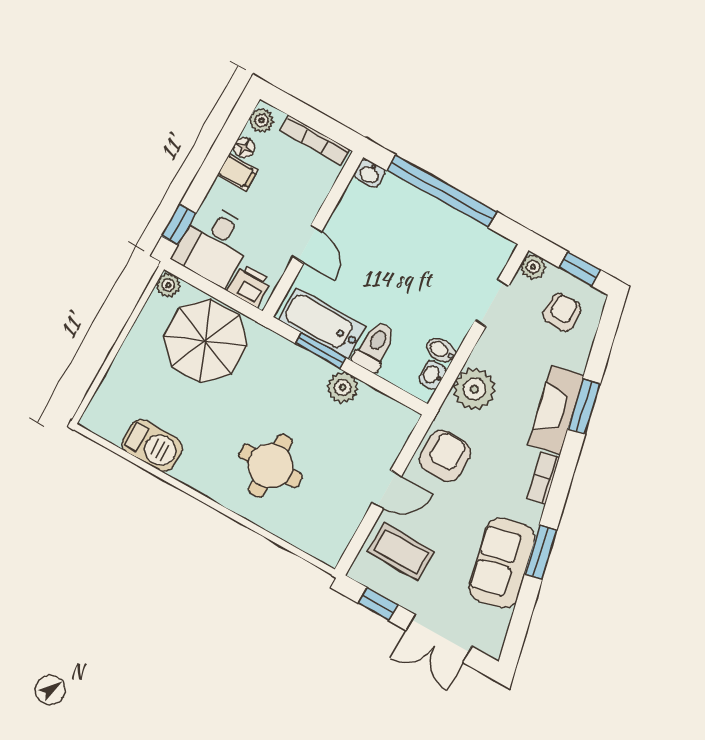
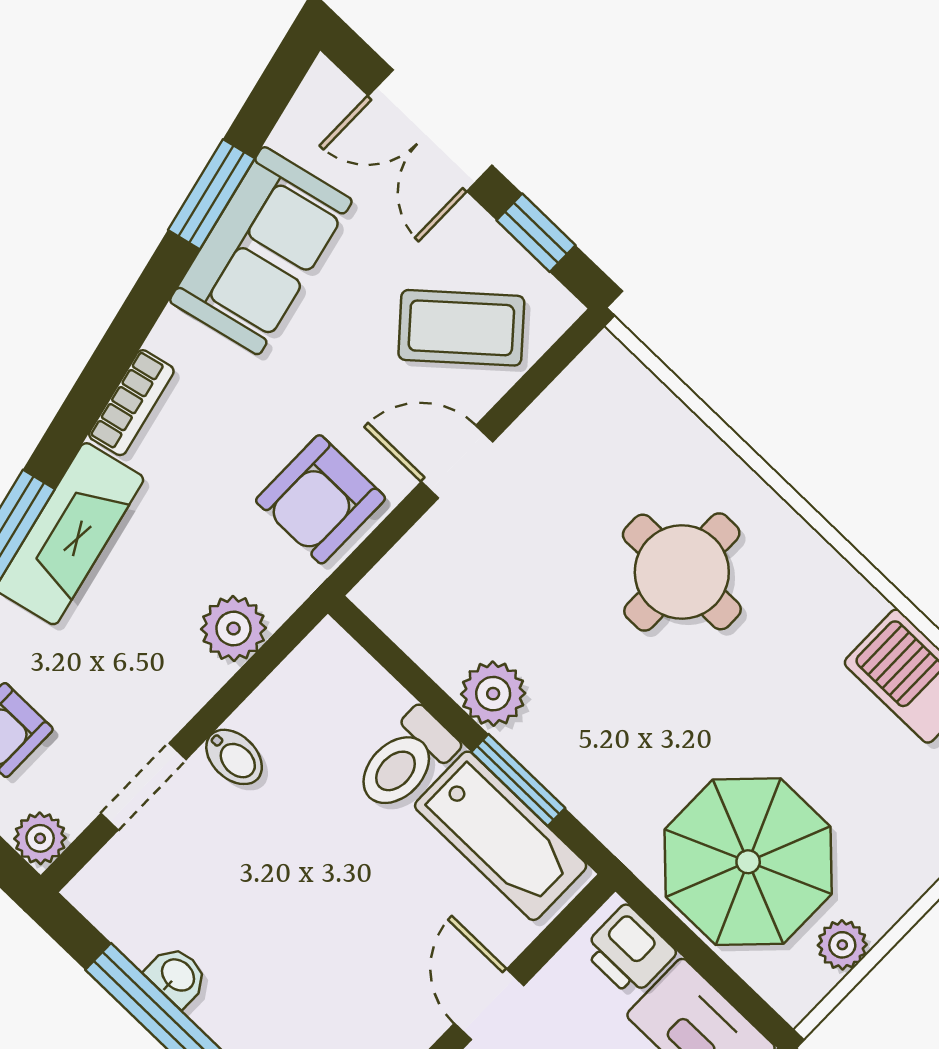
plant: (168, 285) -> (842, 945), moved
bidet: (441, 350) -> (234, 757), moved
washbasin: (432, 375) -> (177, 976), moved, turned -90
plant: (474, 389) -> (233, 629), width x0.73, depth x0.73
coffee table: (401, 551) -> (461, 328), turned -41
window: (541, 552) -> (211, 194), moved
double door: (439, 638) -> (430, 130), swing flipped

